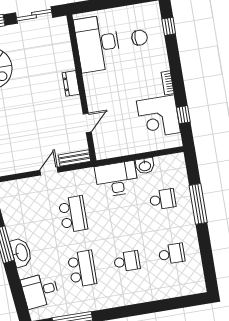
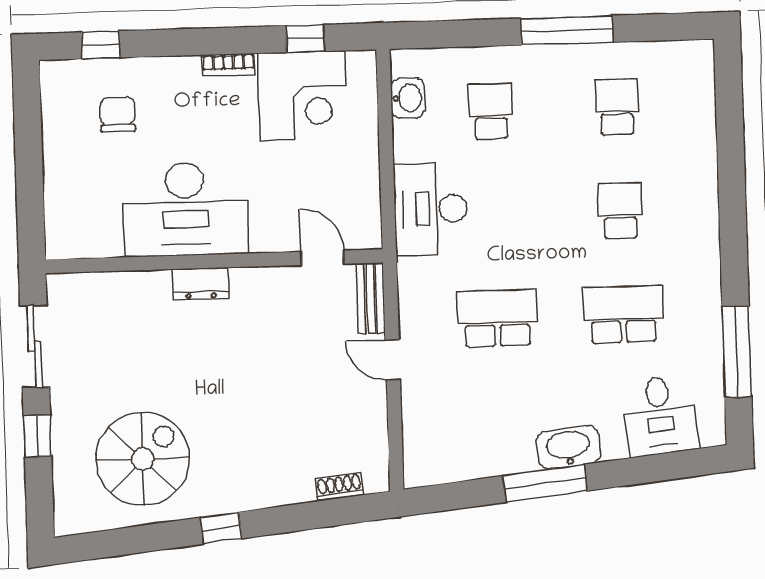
desk: (98, 43) -> (185, 209), moved
door: (87, 123) -> (322, 258), moved
washbasin: (145, 166) -> (408, 98), moved
window: (198, 204) -> (567, 30), moved

